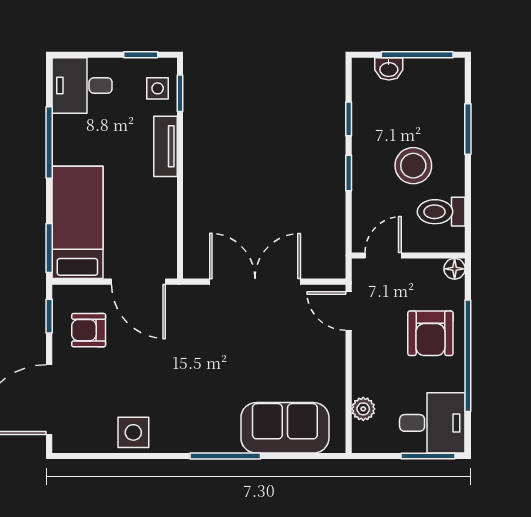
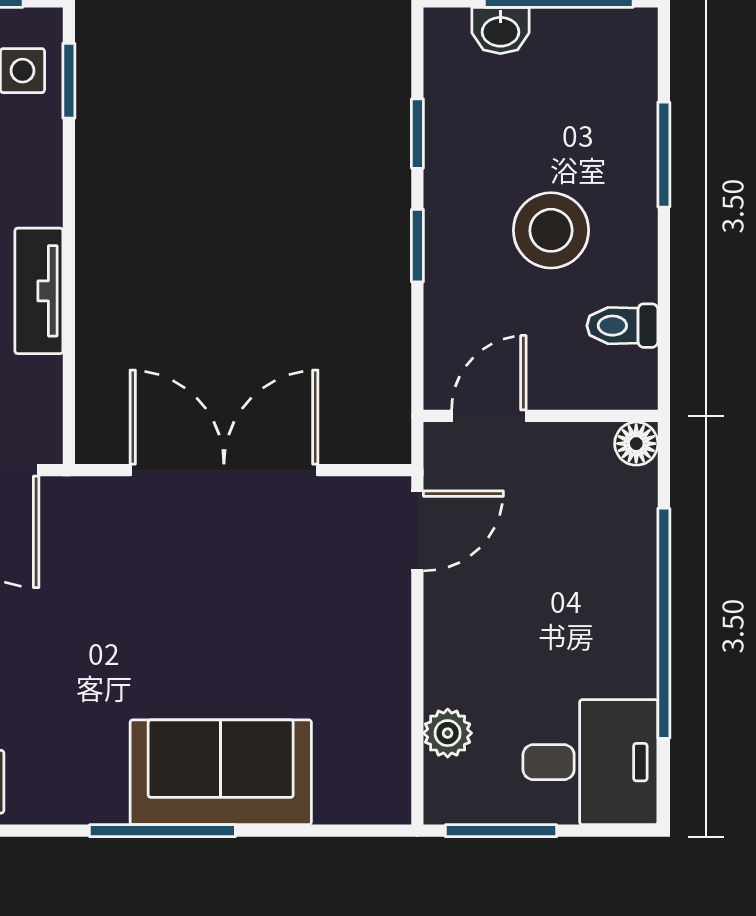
tv unit: (165, 146) -> (39, 291), moved
toilet: (441, 212) -> (622, 326), width x0.73, depth x0.72
door: (349, 311) -> (417, 531), swing flipped
armchair: (430, 333) -> (587, 577), removed
sofa: (285, 428) -> (221, 772), moved
window: (428, 456) -> (501, 831), moved

